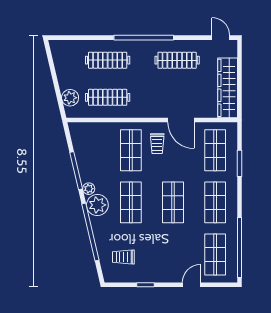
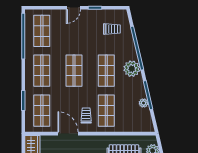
plant: (89, 189) -> (144, 103), moved
door: (192, 285) -> (73, 8), moved

